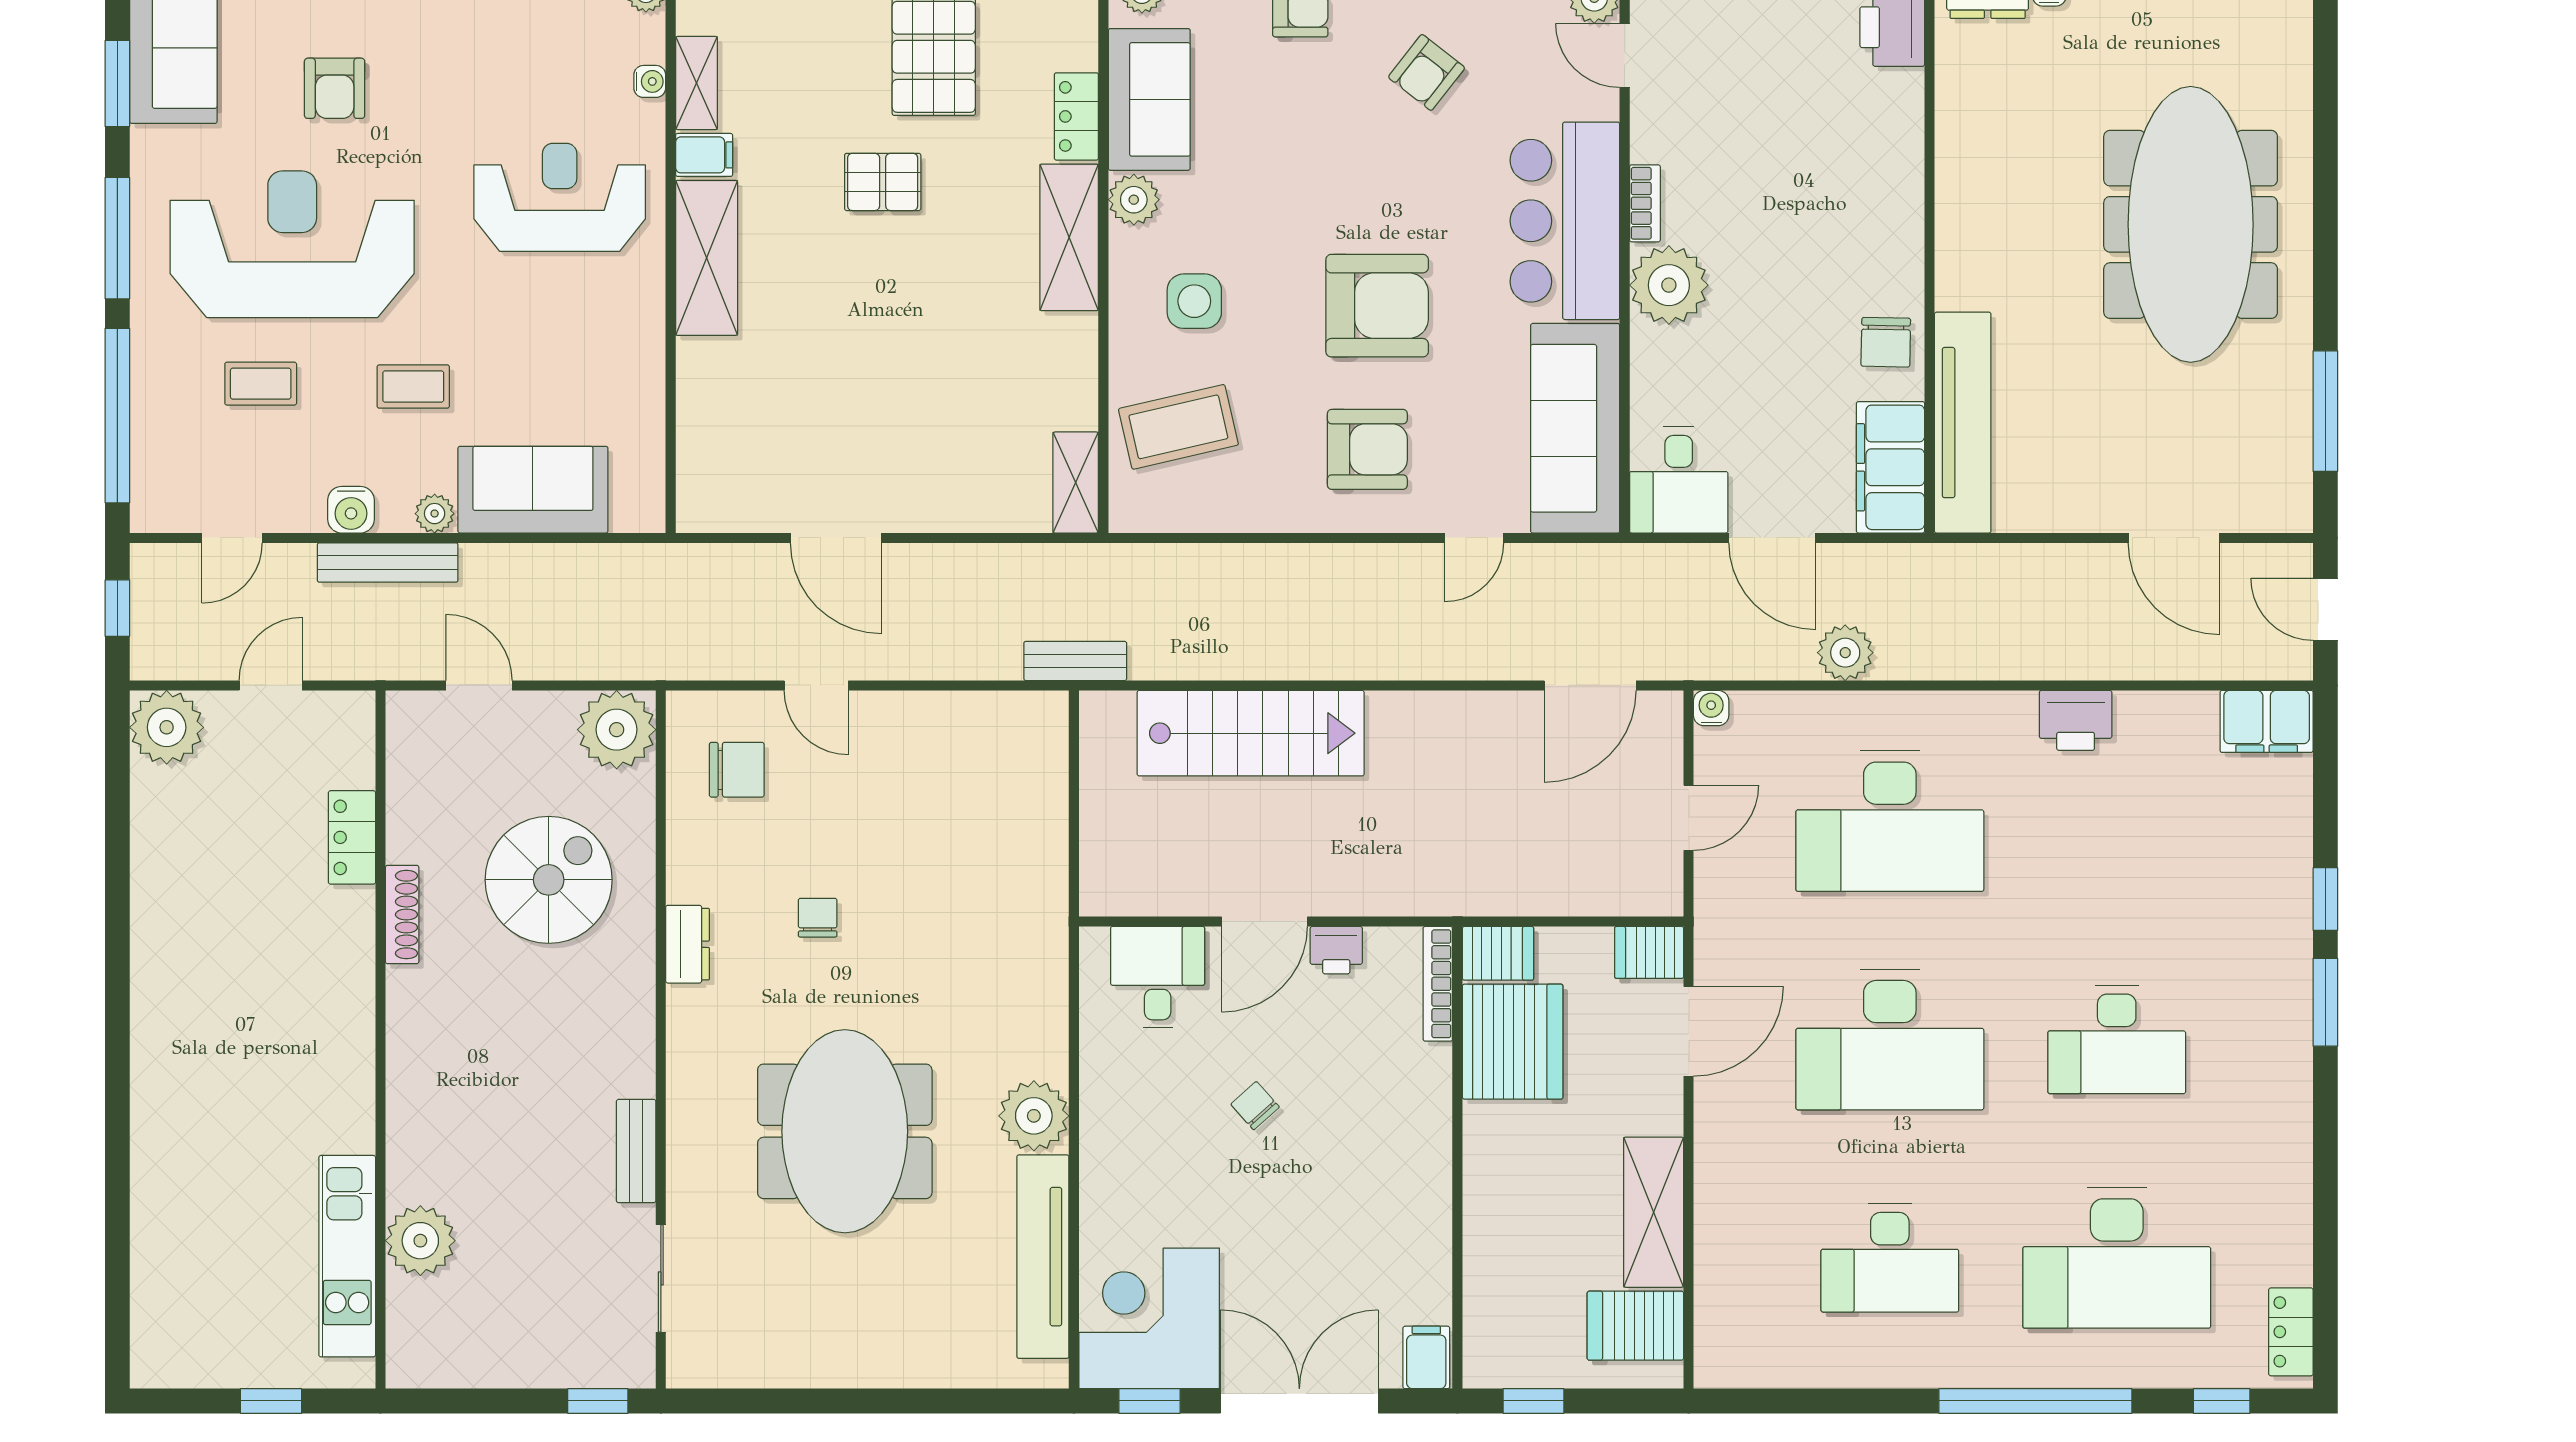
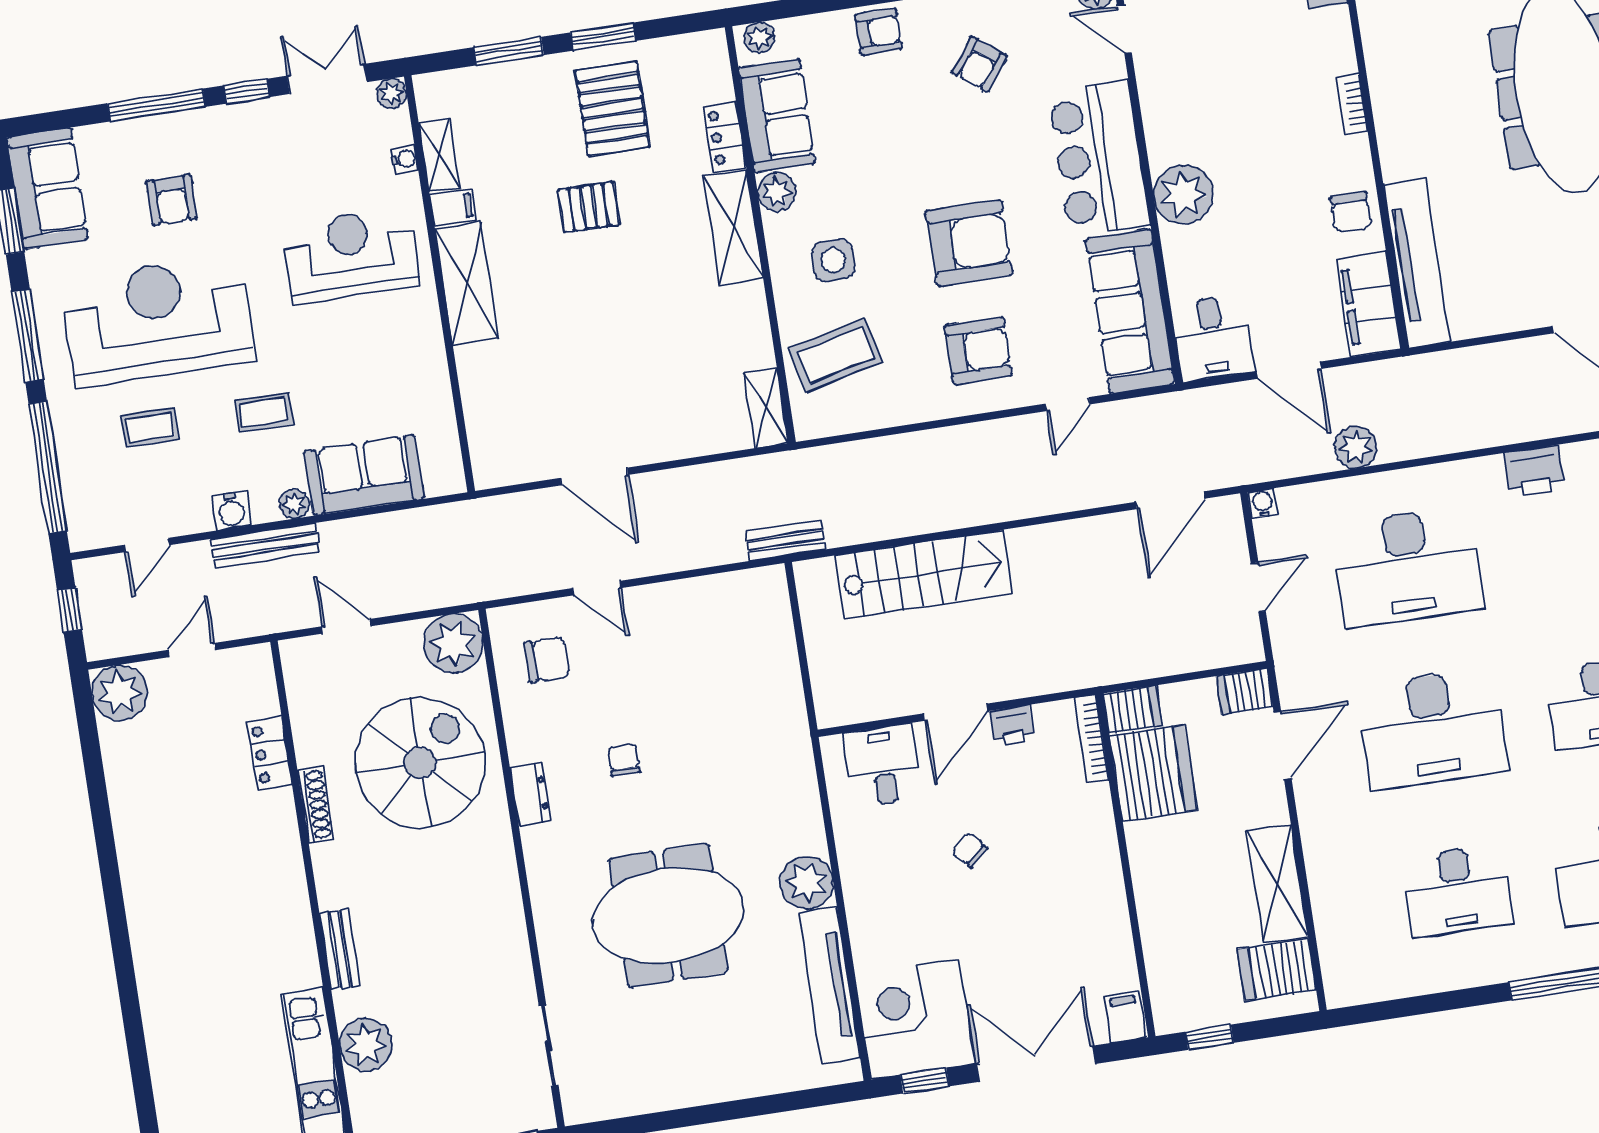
bookcase: (1645, 203) -> (1352, 104), moved, turned 180
spiral stairs: (549, 880) -> (420, 763), width x1.37, depth x1.37
meeting table: (845, 1131) -> (668, 915), turned 90
bench: (636, 1151) -> (340, 949), moved

